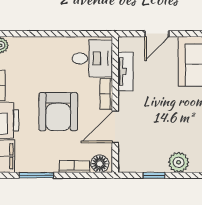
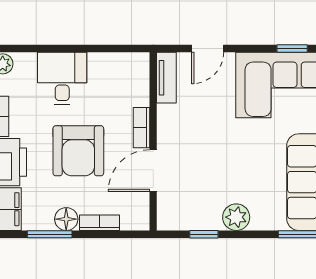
desk: (92, 58) -> (62, 79), moved, turned -90
tv unit: (125, 72) -> (166, 78), moved
floor lamp: (100, 164) -> (66, 219), moved

